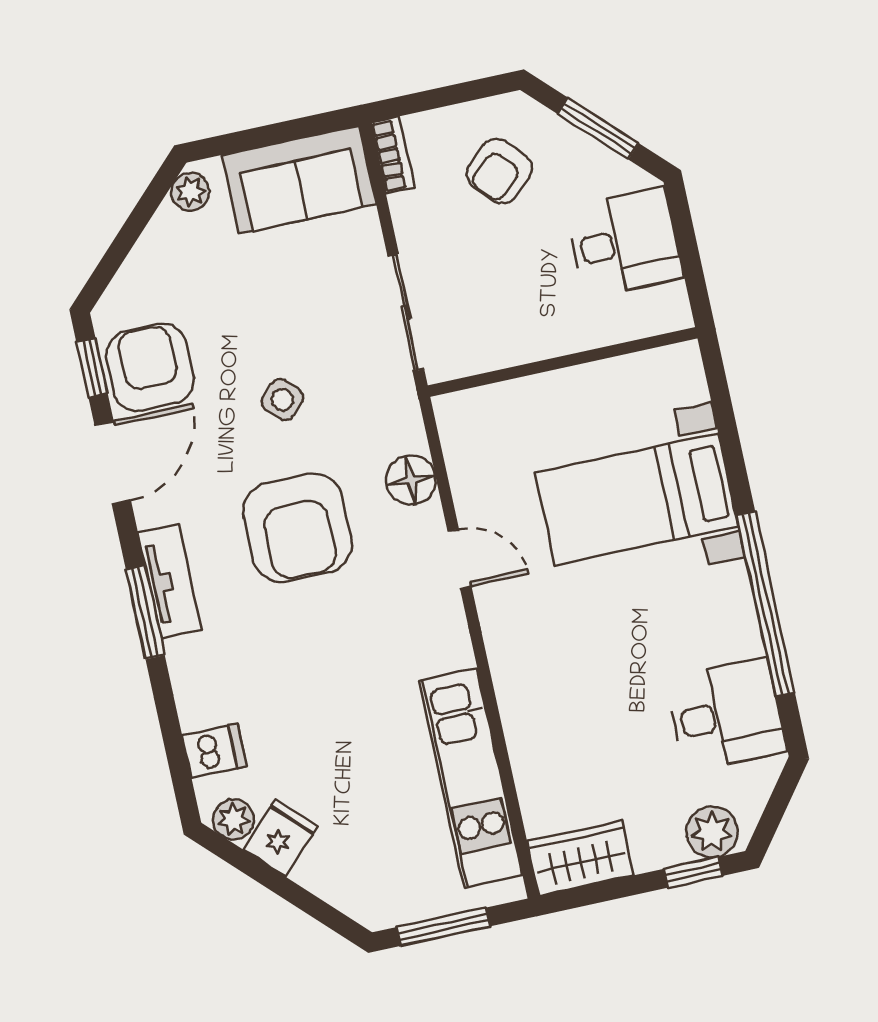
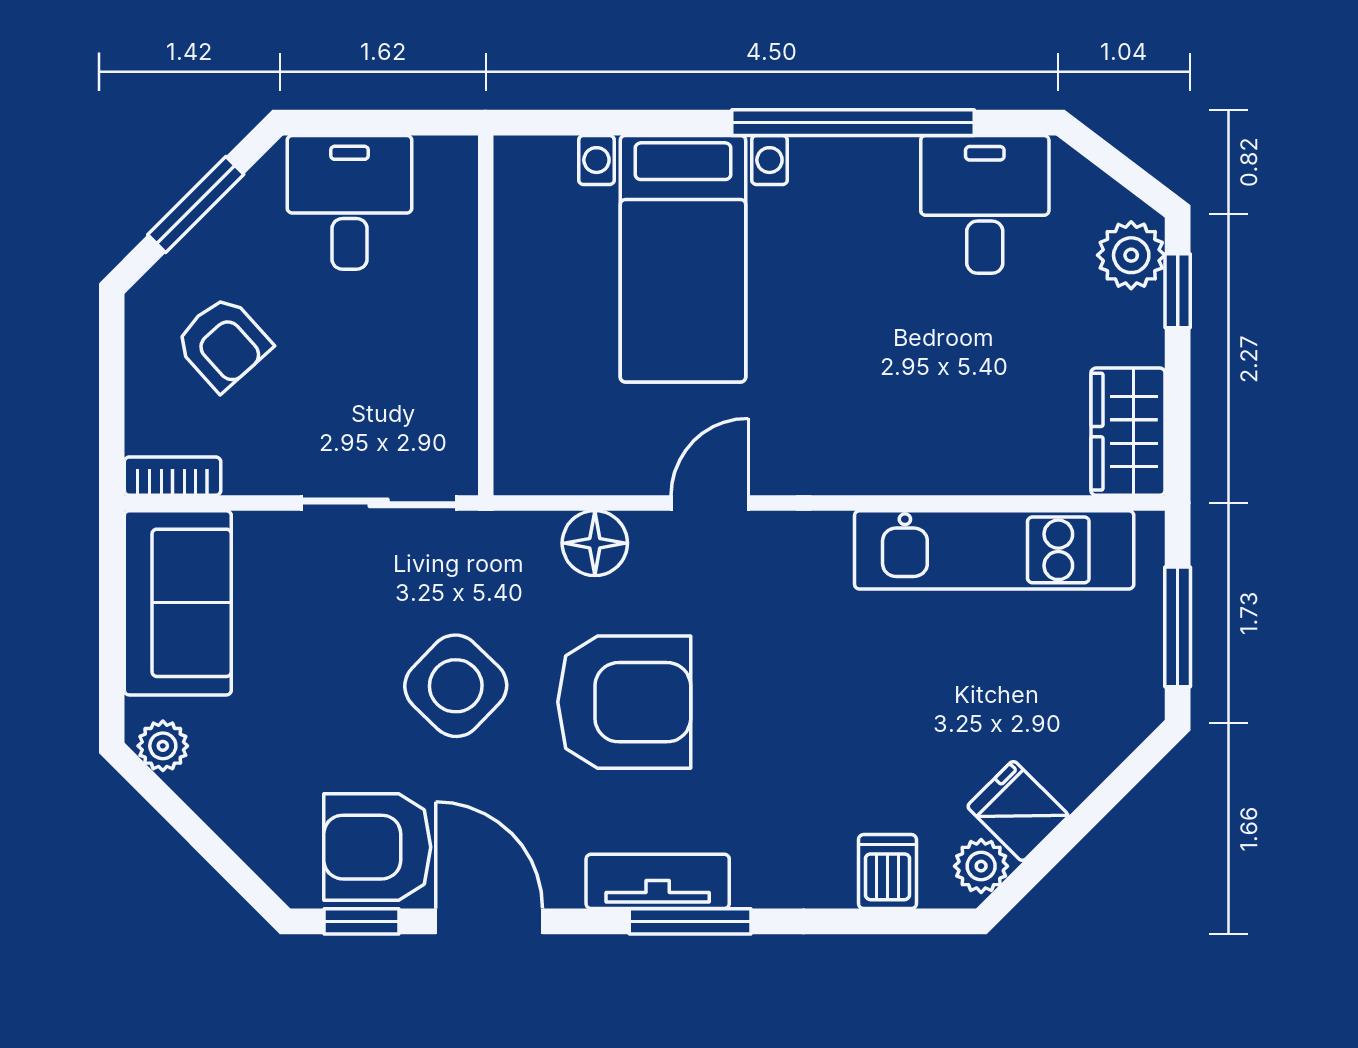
side table: (282, 400) -> (456, 686), width x1.87, depth x1.87

